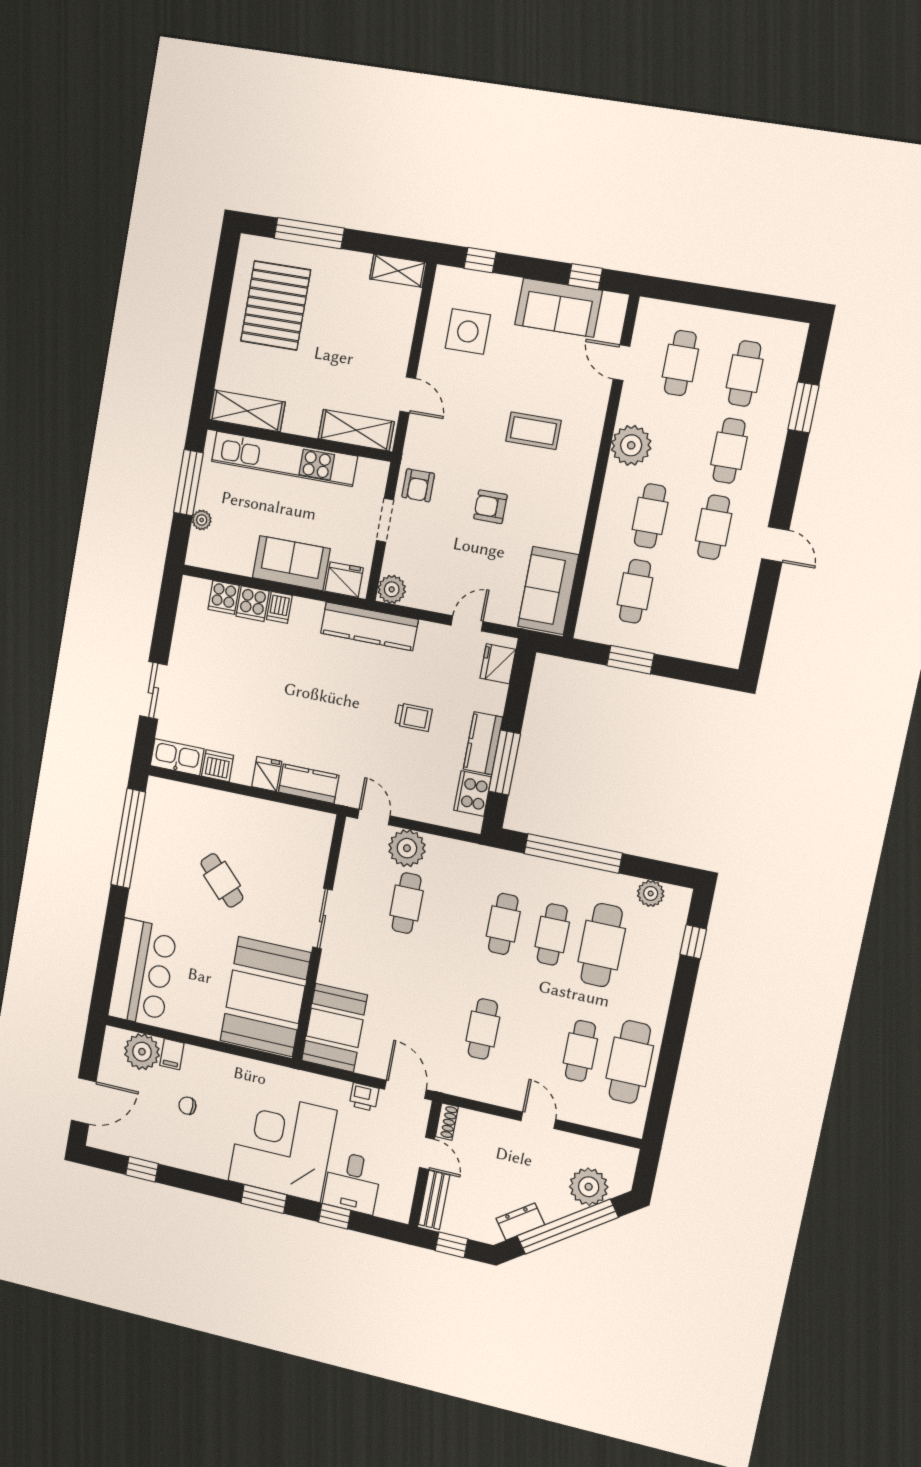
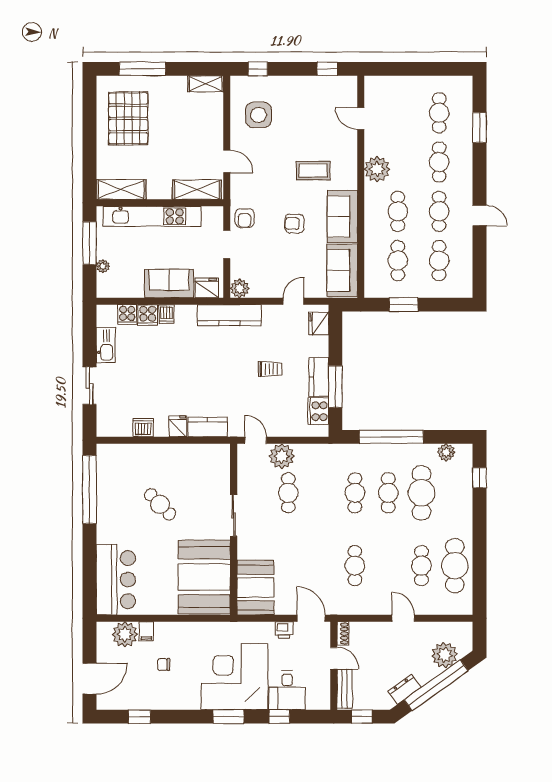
sofa: (558, 308) -> (342, 217), moved, turned 90
cafe table: (680, 363) -> (439, 261), moved
kitchen sink: (177, 757) -> (106, 345), moved, turned 90

